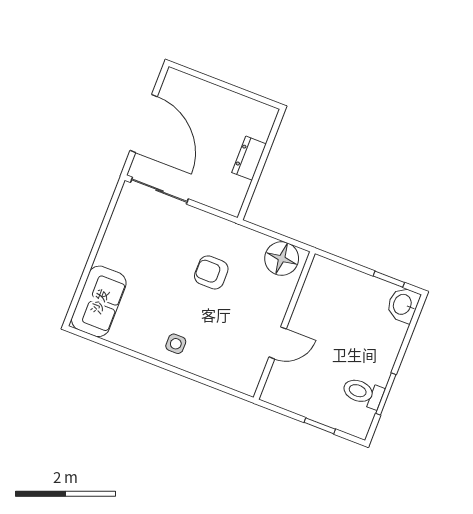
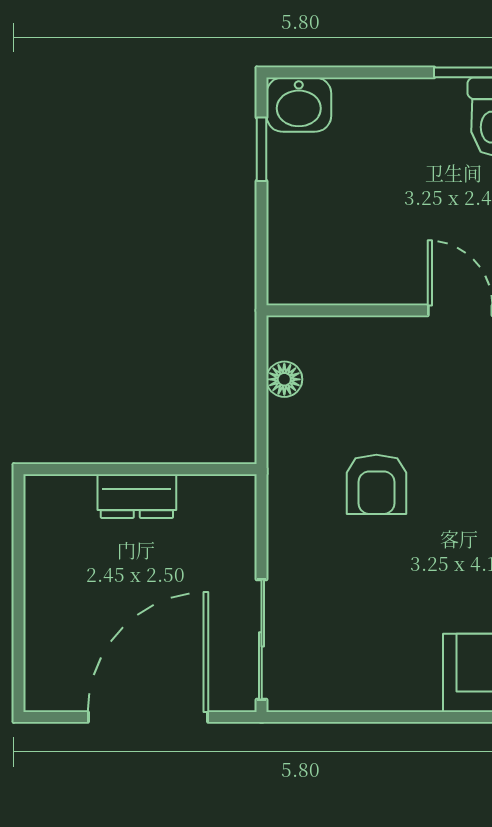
floor lamp: (282, 259) -> (284, 379), width x0.53, depth x0.53

